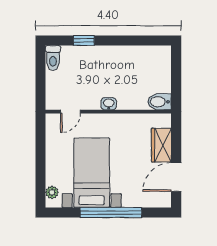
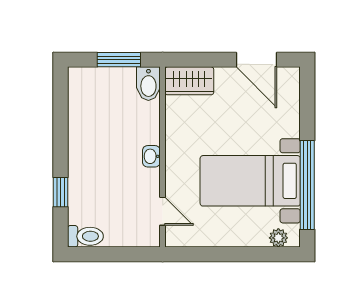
window: (176, 81) -> (119, 60), added
wardrobe: (161, 145) -> (189, 81), moved
window: (111, 212) -> (307, 185), moved

